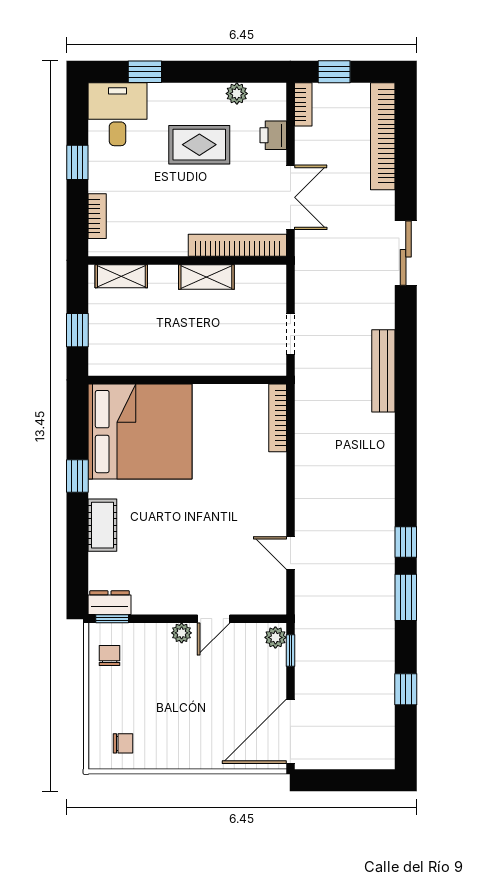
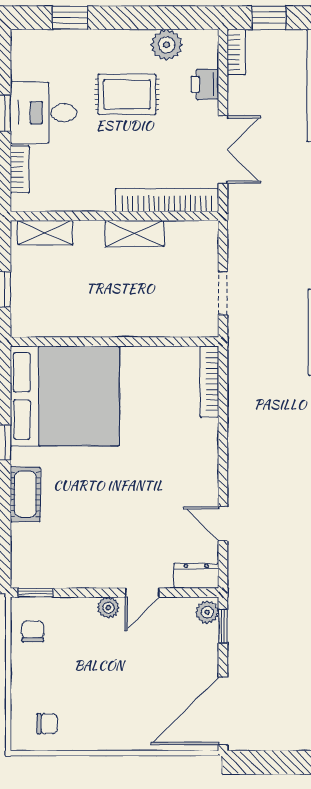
plant: (237, 94) -> (167, 45), width x1.38, depth x1.38
desk: (118, 114) -> (44, 113), moved, turned -90
dresser: (110, 603) -> (196, 576), moved

